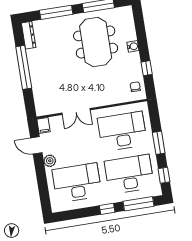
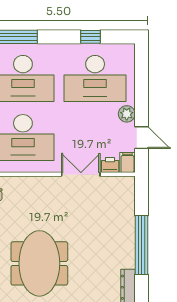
printer: (56, 122) -> (110, 165), added
window: (107, 209) -> (91, 37), moved

